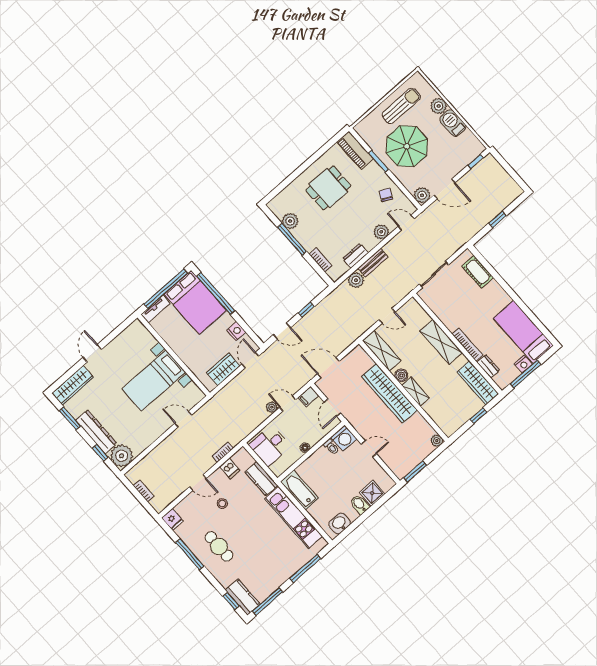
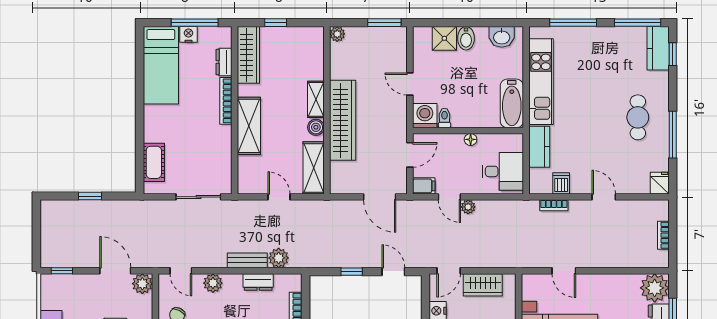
stool: (222, 504) -> (598, 156), removed

